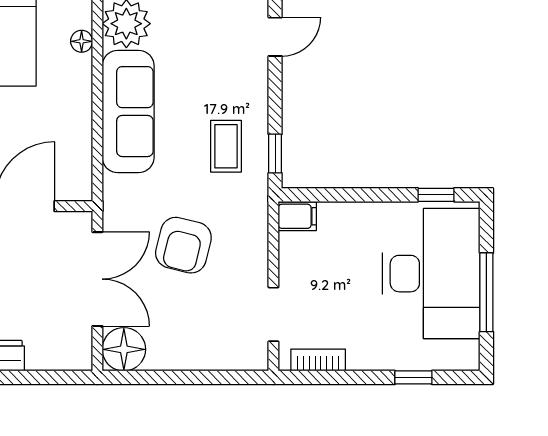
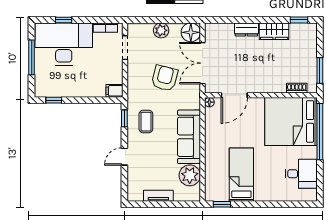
door: (275, 37) -> (124, 157), moved
floor lamp: (82, 41) -> (209, 102), moved
desk: (431, 274) -> (64, 44), moved, turned 90
plant: (192, 354) -> (161, 30), added

